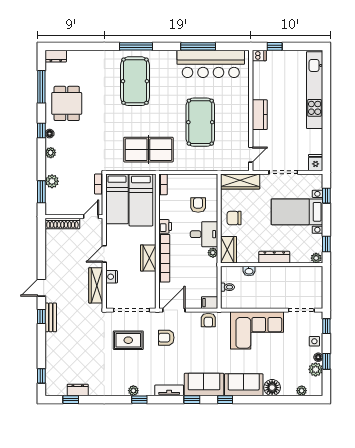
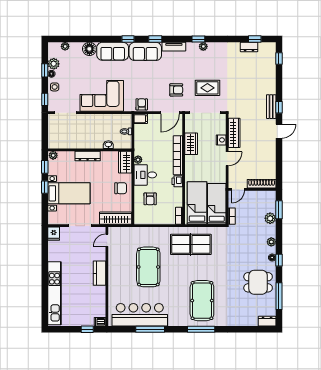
dining table: (67, 103) -> (258, 282), turned 90
window: (326, 196) -> (45, 187), moved
wardrobe: (148, 258) -> (191, 144), moved

